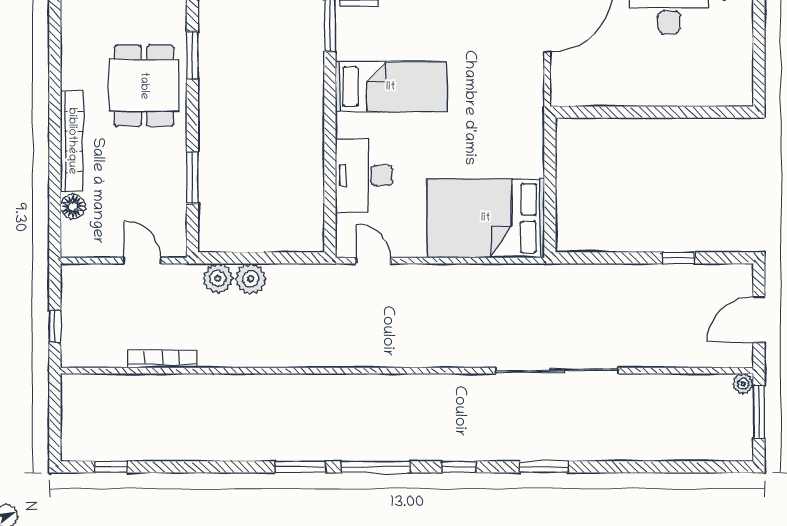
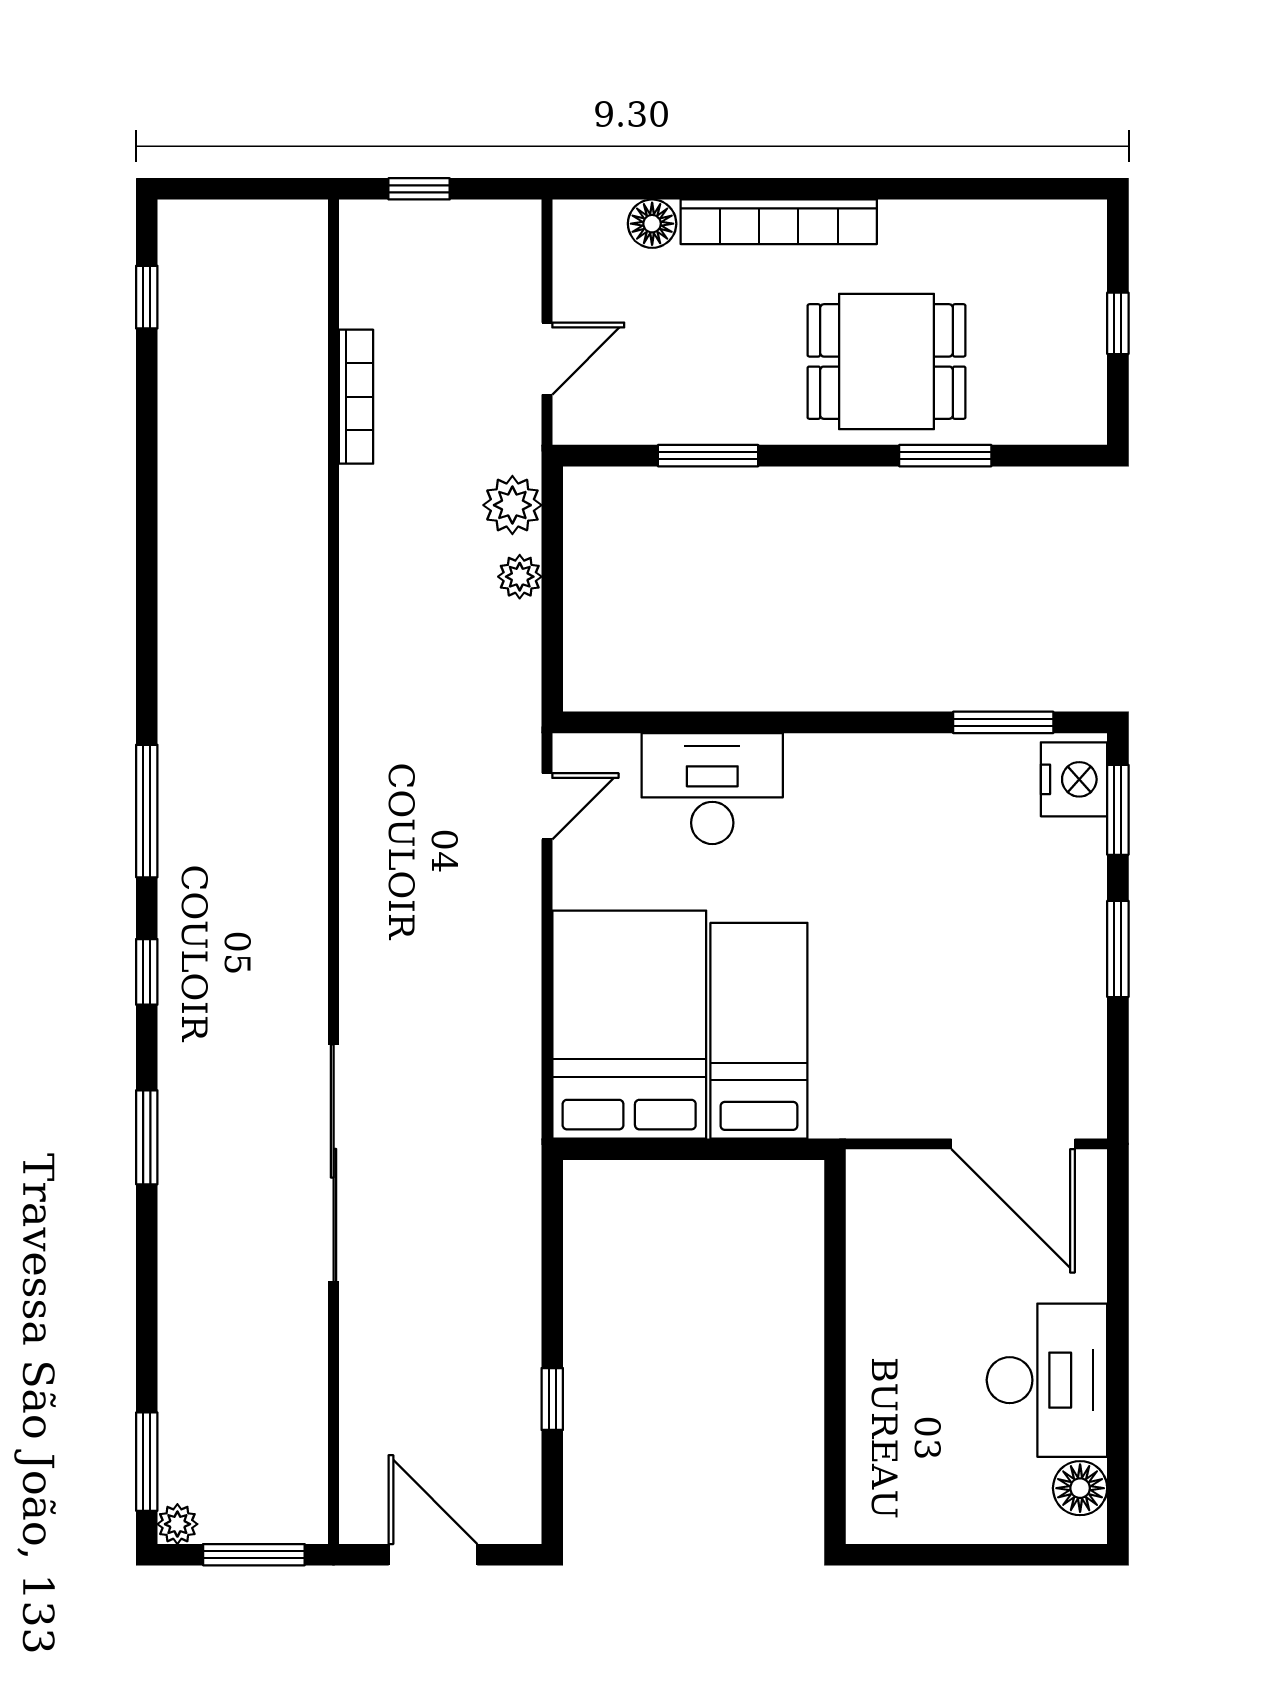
bed: (391, 87) -> (759, 1031), moved, turned 180
plant: (251, 279) -> (520, 577), width x0.73, depth x0.73
plant: (743, 384) -> (177, 1524), moved
window: (300, 467) -> (147, 1462), moved

